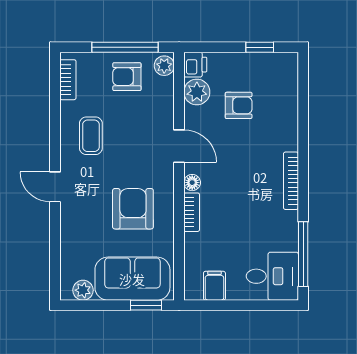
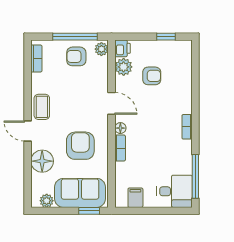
coffee table: (91, 136) -> (42, 107), moved
bookcase: (291, 181) -> (187, 127), width x0.64
floor lamp: (76, 232) -> (42, 161), added

